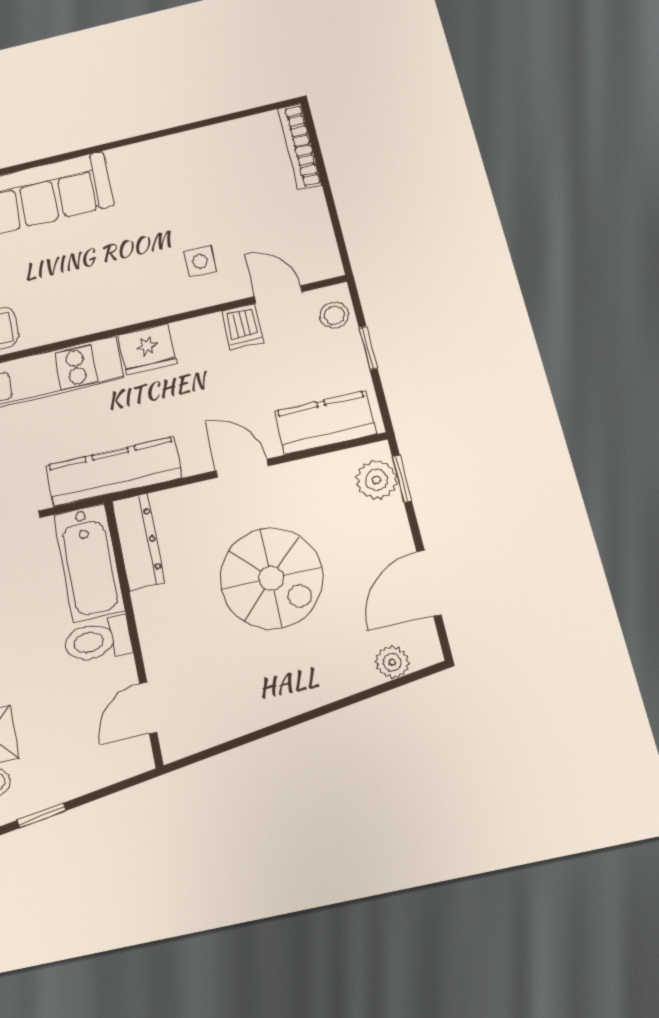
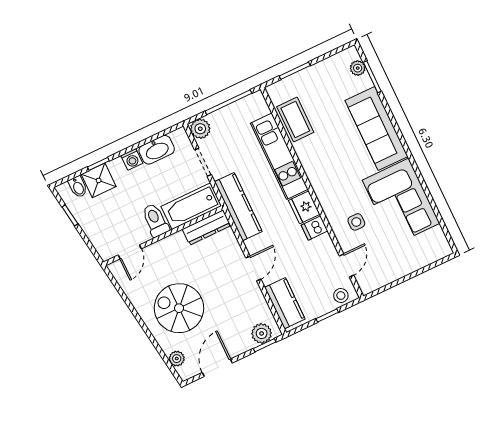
bookcase: (300, 146) -> (429, 258), removed
corner sofa: (182, 177) -> (401, 202), added
dishwasher: (243, 327) -> (315, 228), moved
spiral stairs: (271, 578) -> (179, 308), moved, turned 90
door: (429, 583) -> (217, 368), hinge flipped
door: (148, 708) -> (130, 252), swing flipped

